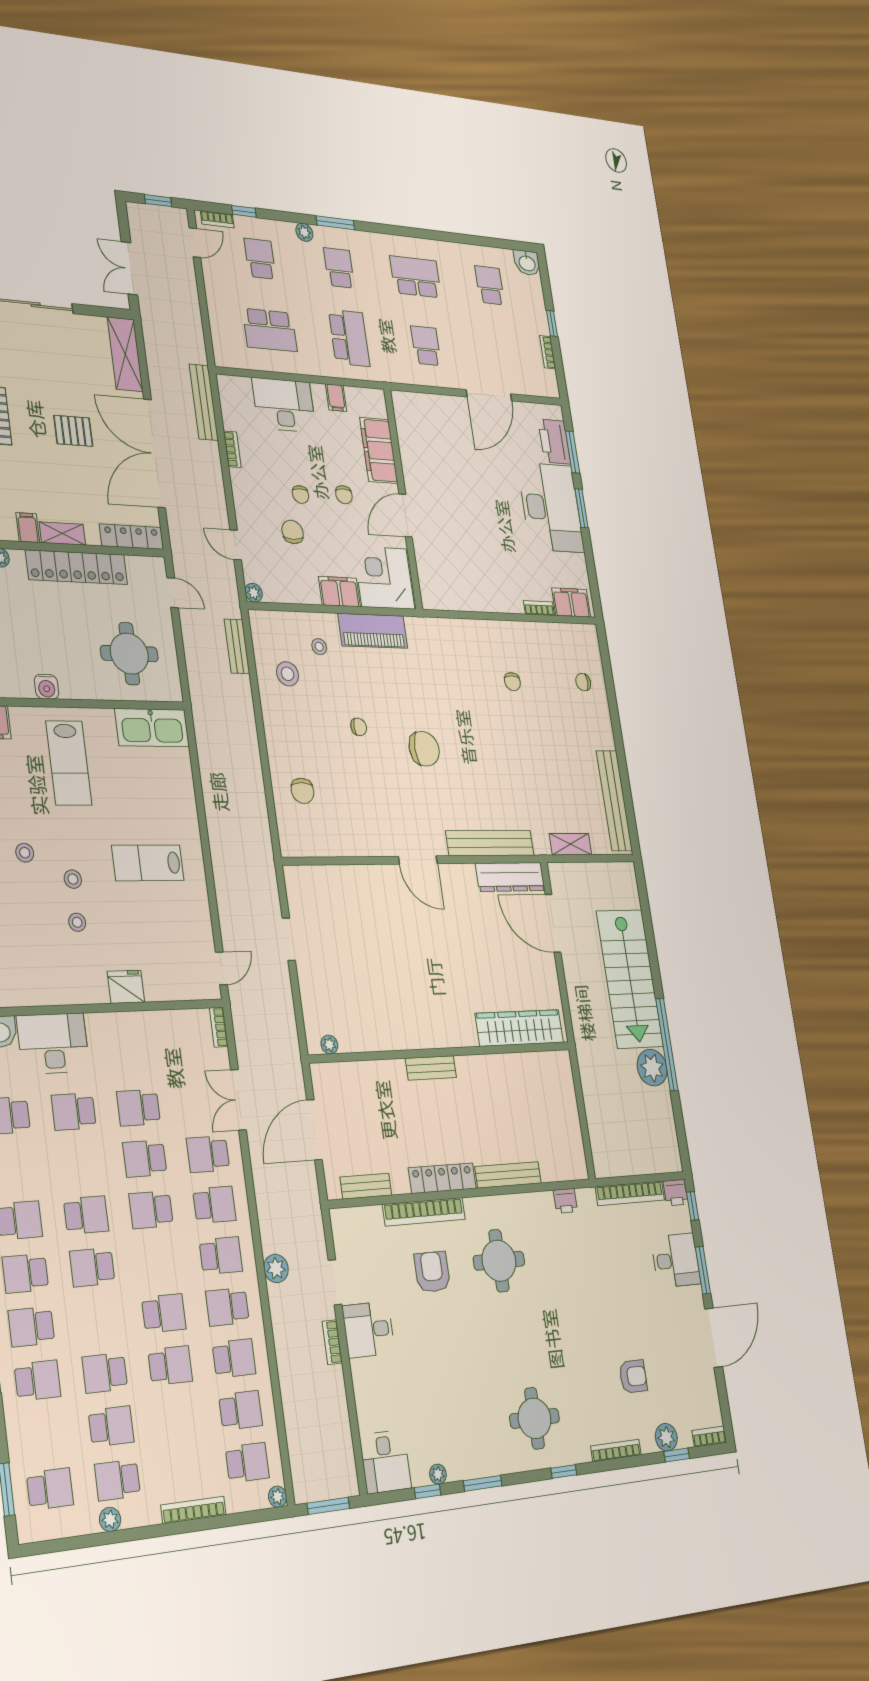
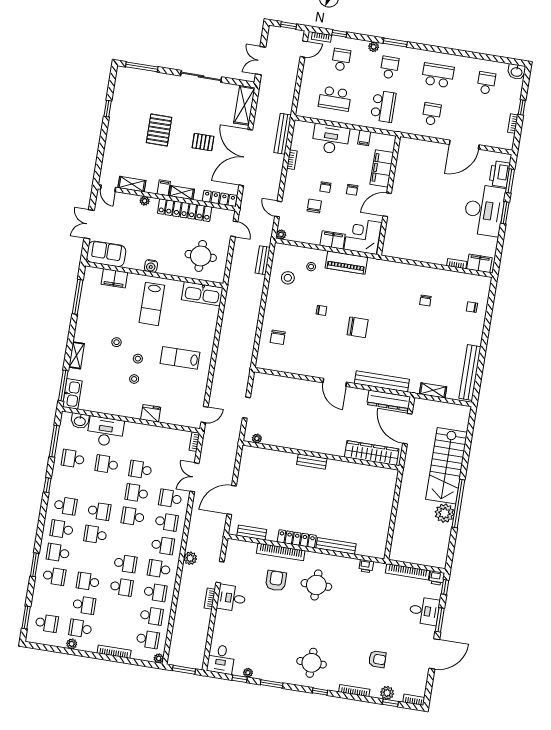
wardrobe: (519, 1028) -> (372, 453), moved
plant: (329, 1045) -> (257, 438), moved
wall: (442, 1052) -> (321, 455), moved
bench: (431, 1068) -> (312, 461), moved

